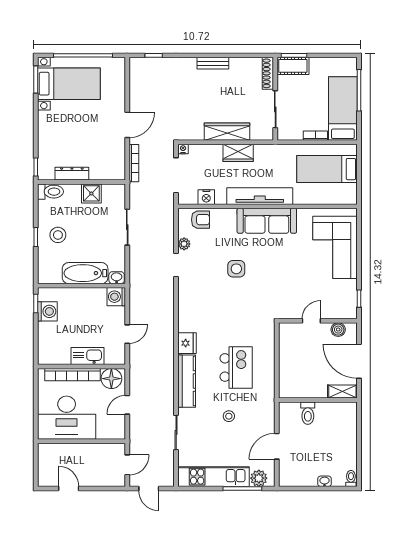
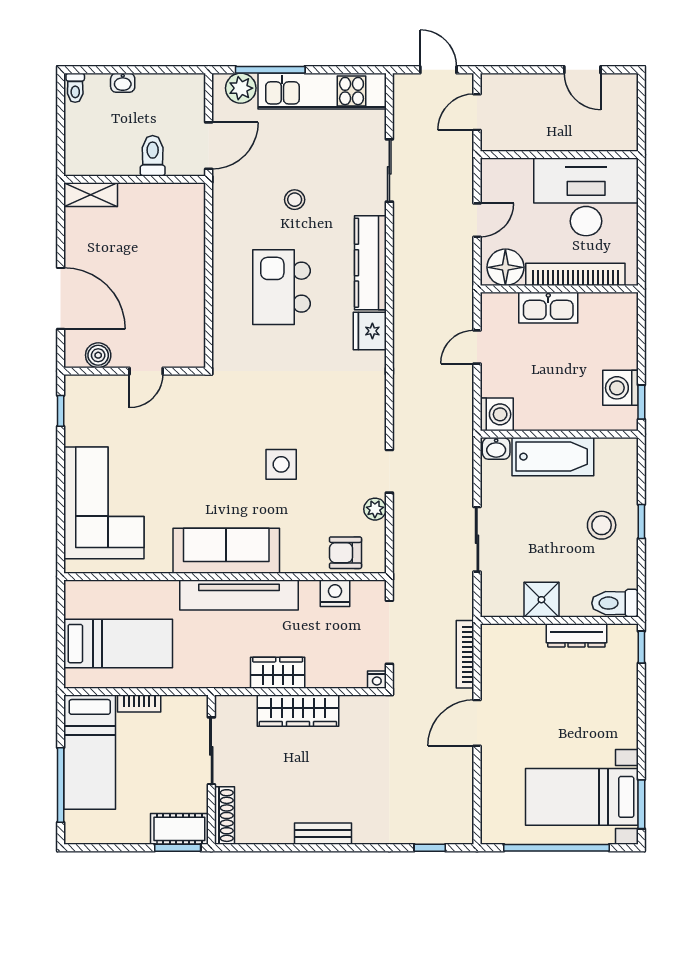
shelving: (342, 392) -> (91, 195), moved
wall: (318, 400) -> (135, 179), moved
toilet: (308, 413) -> (153, 156), moved

